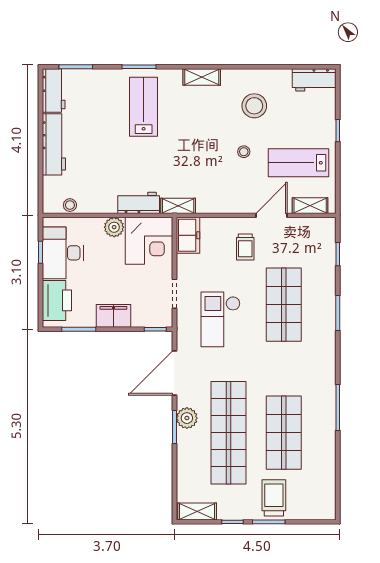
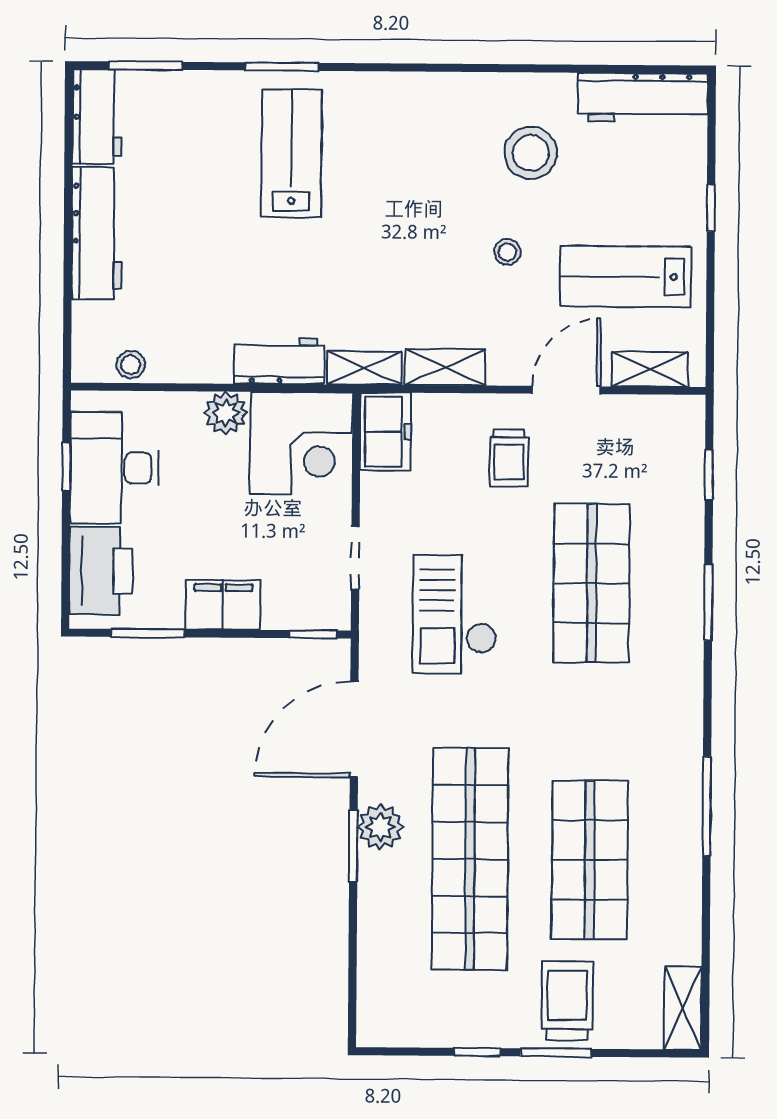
shelving: (202, 77) -> (445, 367), moved
workbench: (314, 80) -> (643, 97), width x1.38
shelving: (197, 511) -> (683, 1008), moved, turned 90

